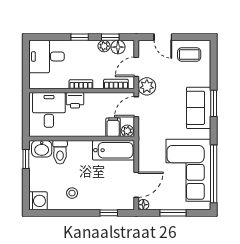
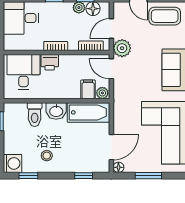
coffee table: (189, 54) -> (165, 16), width x1.36, depth x1.30
door: (136, 107) -> (111, 69), hinge flipped
washbasin: (42, 149) -> (56, 111), moved
window: (54, 213) -> (28, 176), added

